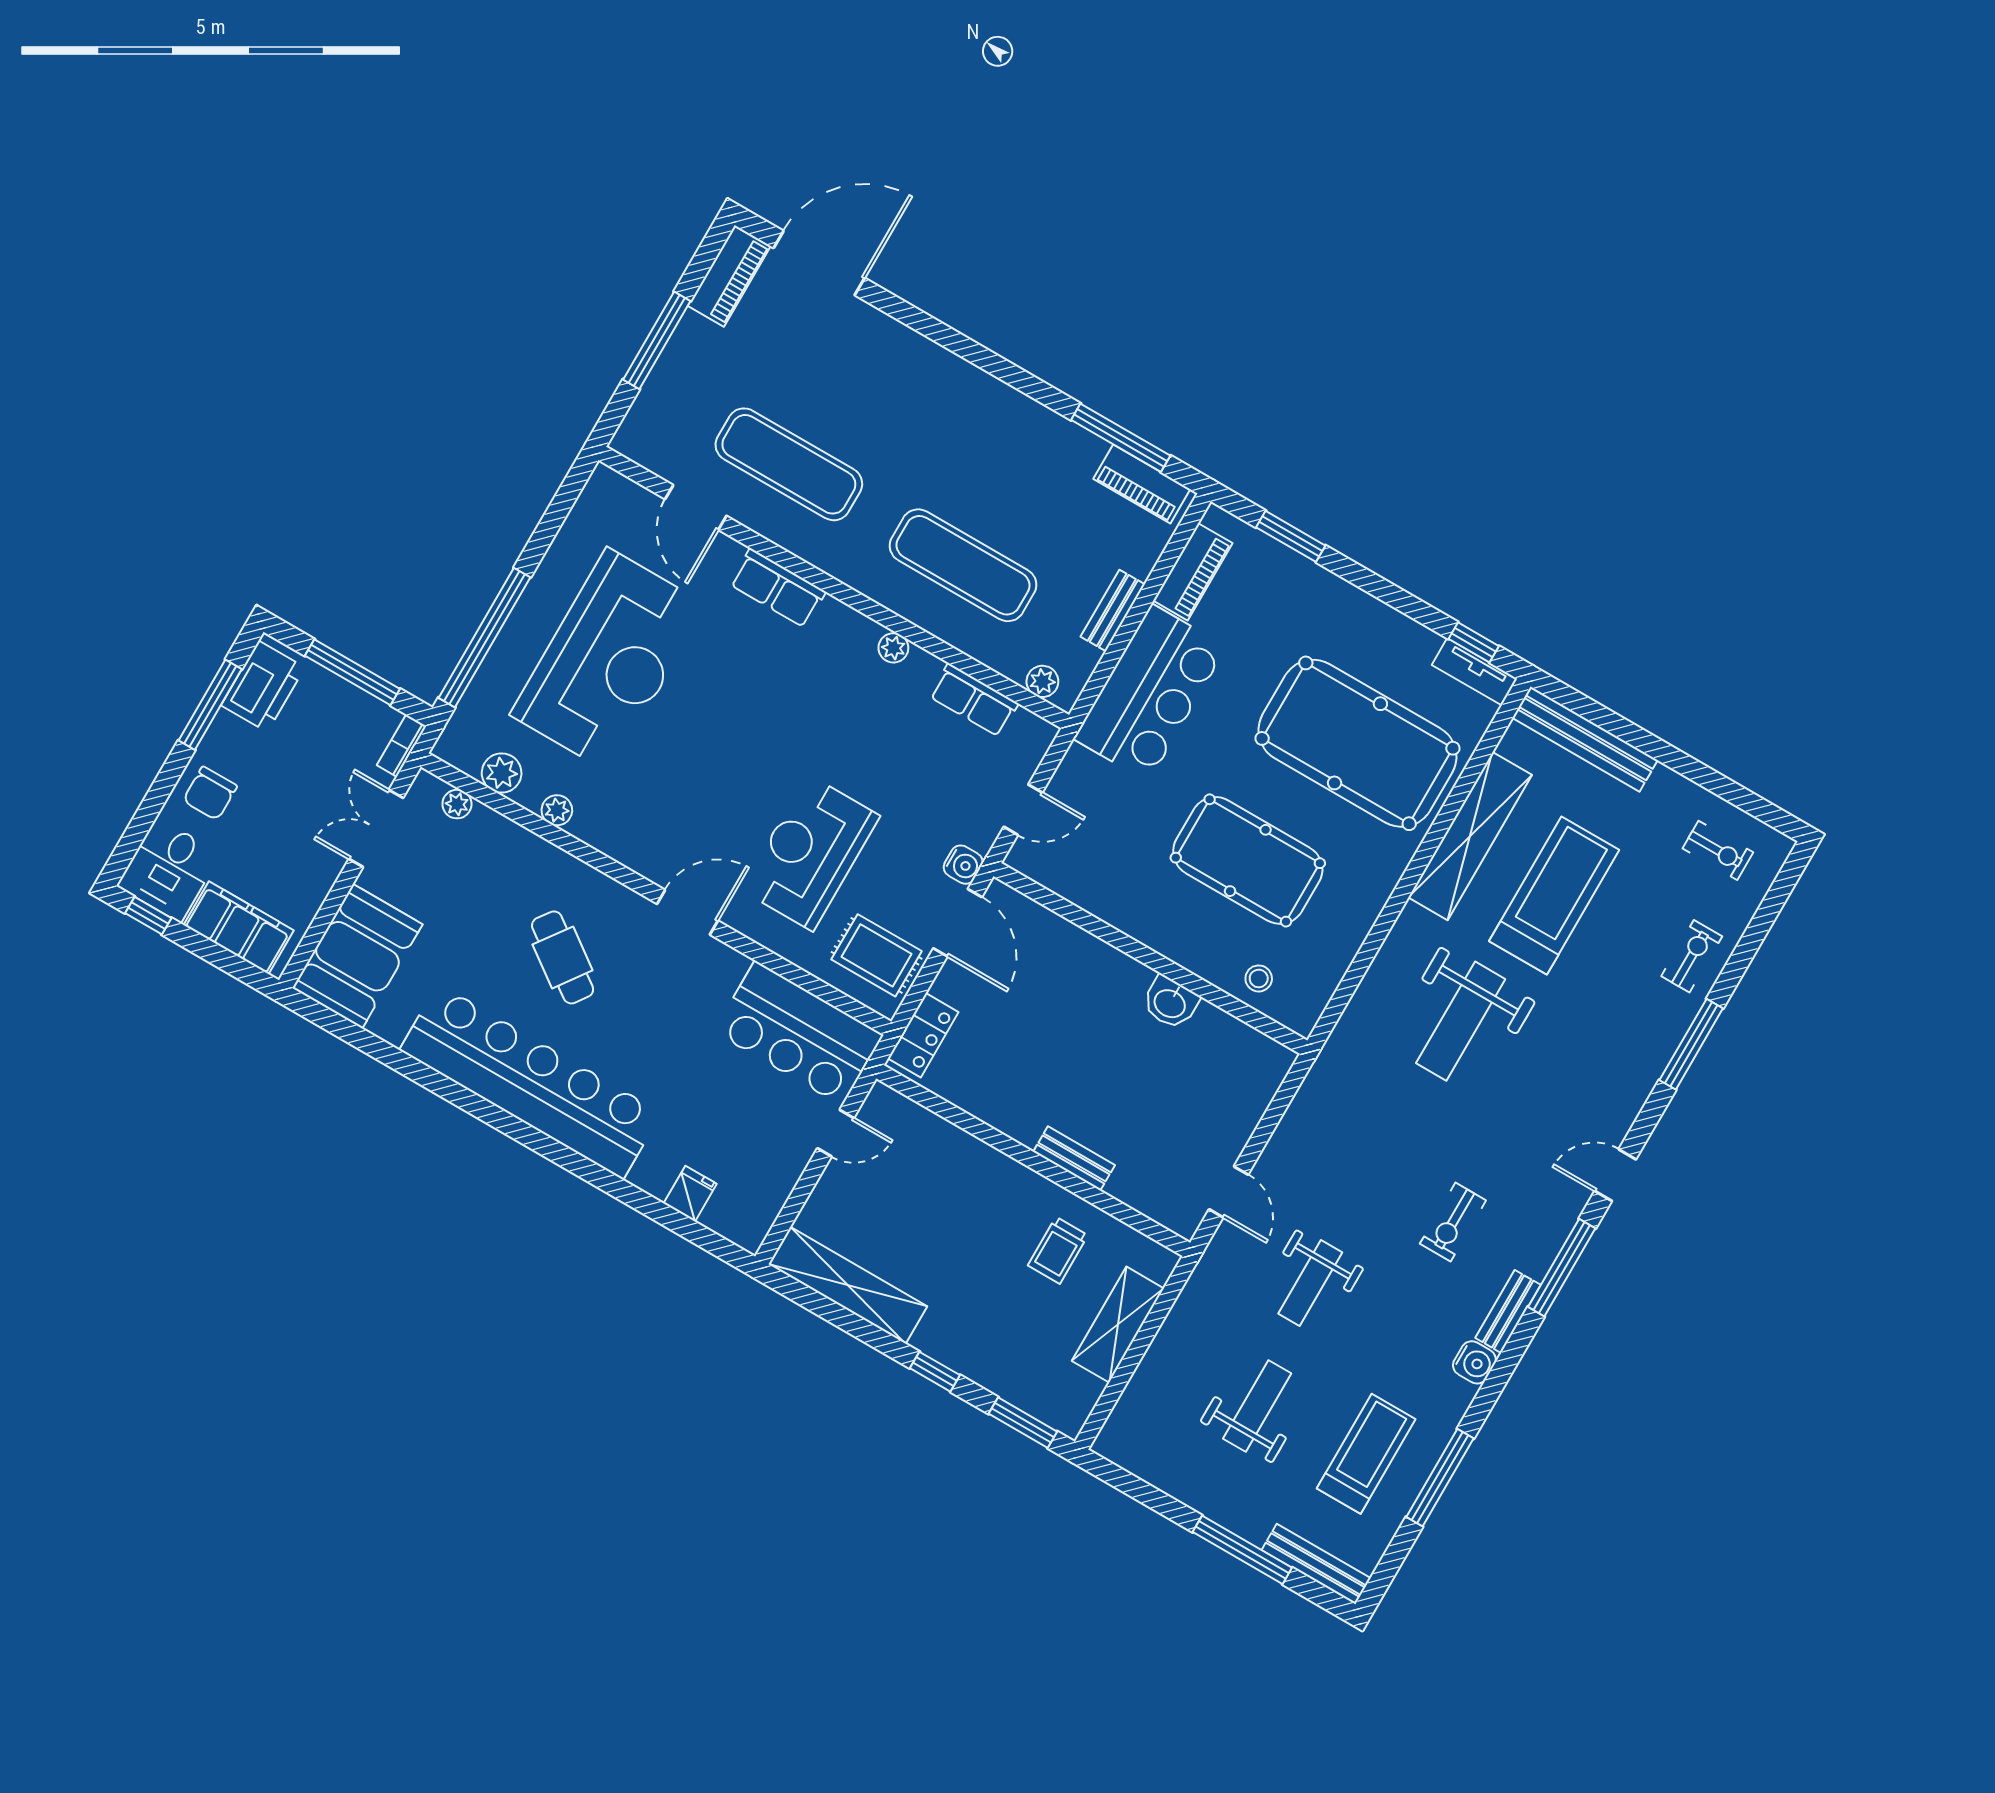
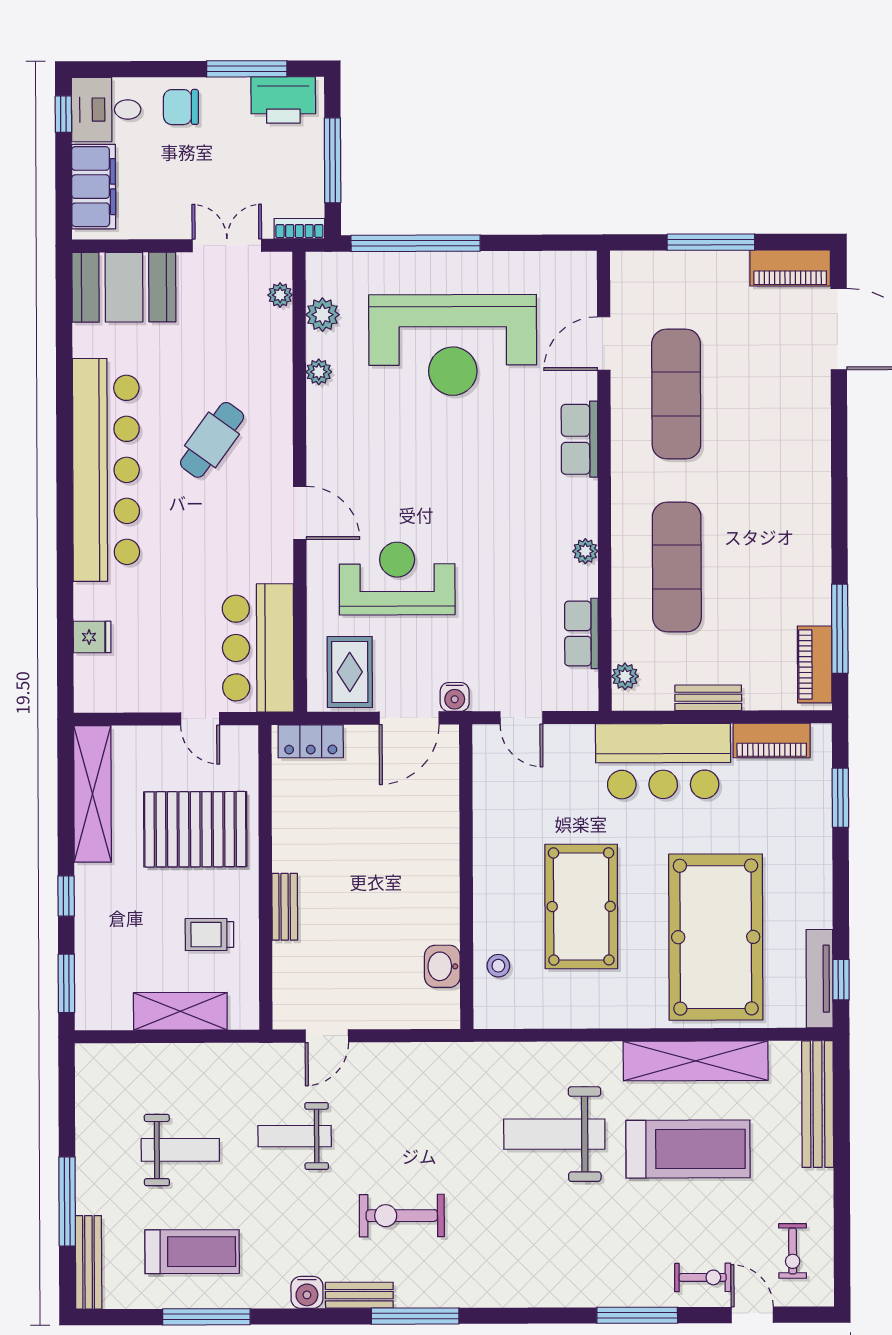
tv unit: (1475, 672) -> (820, 979), width x1.41
washbasin: (1170, 1003) -> (442, 966), moved
door: (1615, 1175) -> (752, 1315), moved
pallet: (944, 1203) -> (195, 829), added
exercise bike: (1453, 1222) -> (402, 1216), width x1.38, depth x1.39

